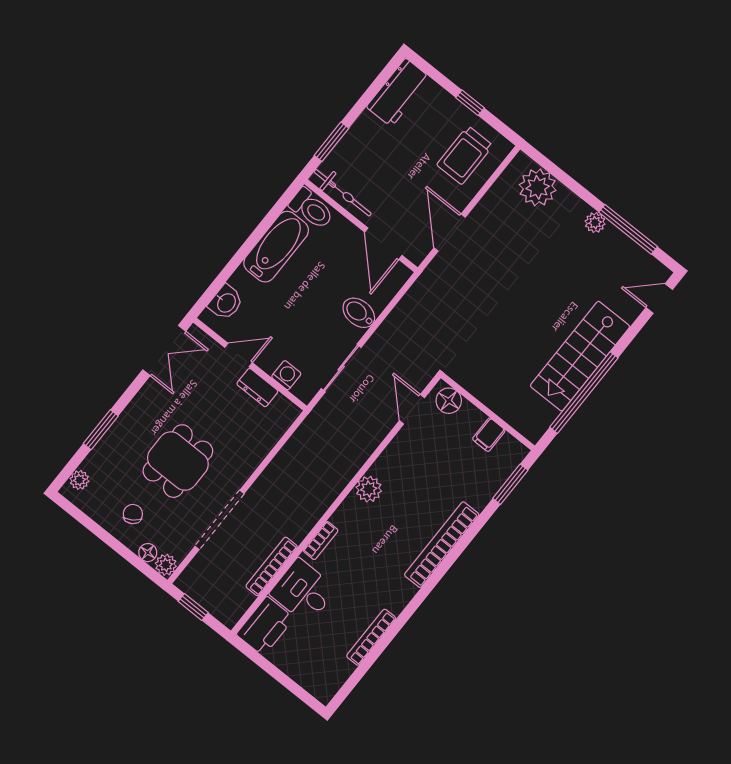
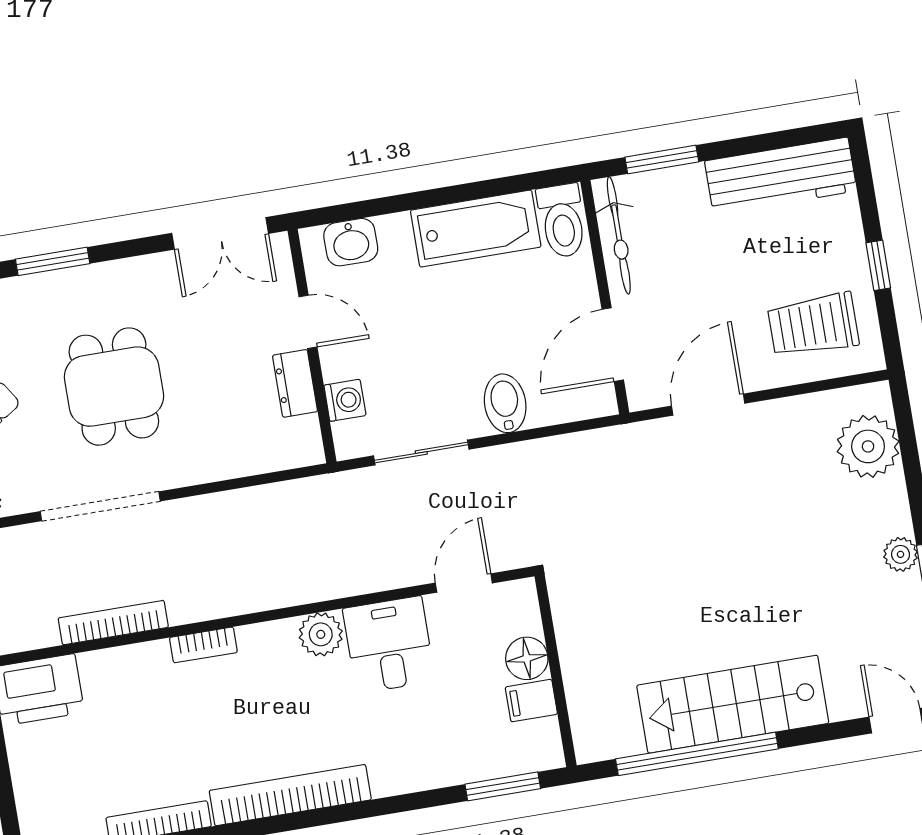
workbench: (398, 92) -> (781, 176), width x1.37
floor lamp: (449, 401) -> (527, 658), moved
dining table: (178, 461) -> (114, 387), turned 90
bookcase: (442, 545) -> (290, 795), moved
desk: (303, 591) -> (389, 645), moved

